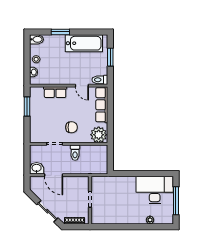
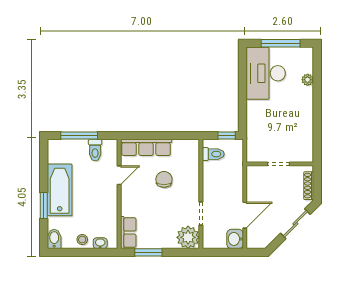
bathtub: (84, 43) -> (60, 190), moved
window: (110, 57) -> (79, 135), width x1.44
toilet: (100, 80) -> (95, 150), moved
row of seats: (55, 92) -> (128, 233), moved
chair: (72, 127) -> (164, 179), moved
plant: (99, 135) -> (188, 237), moved
toilet: (75, 153) -> (213, 154), moved
window: (110, 162) -> (227, 135), added

